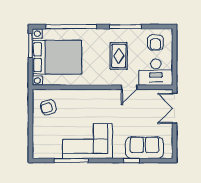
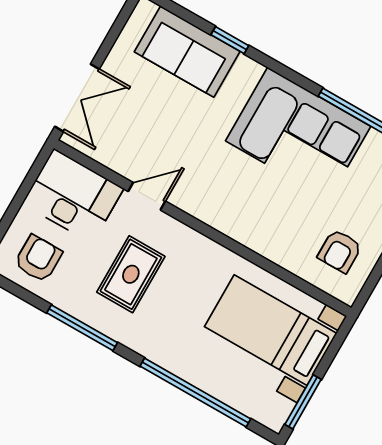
bed with nightstands: (57, 57) -> (271, 330), width x0.73
armchair: (48, 107) -> (340, 251), turned 108

